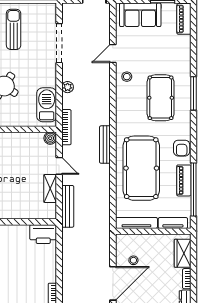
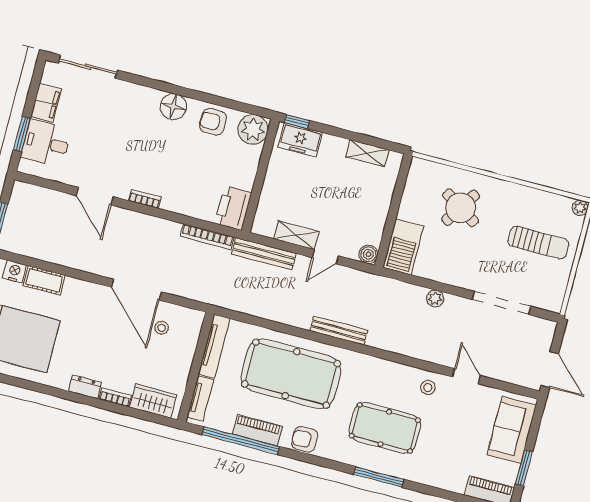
barbecue: (47, 105) -> (403, 247), moved, turned 90
bookcase: (66, 127) -> (207, 237), moved

